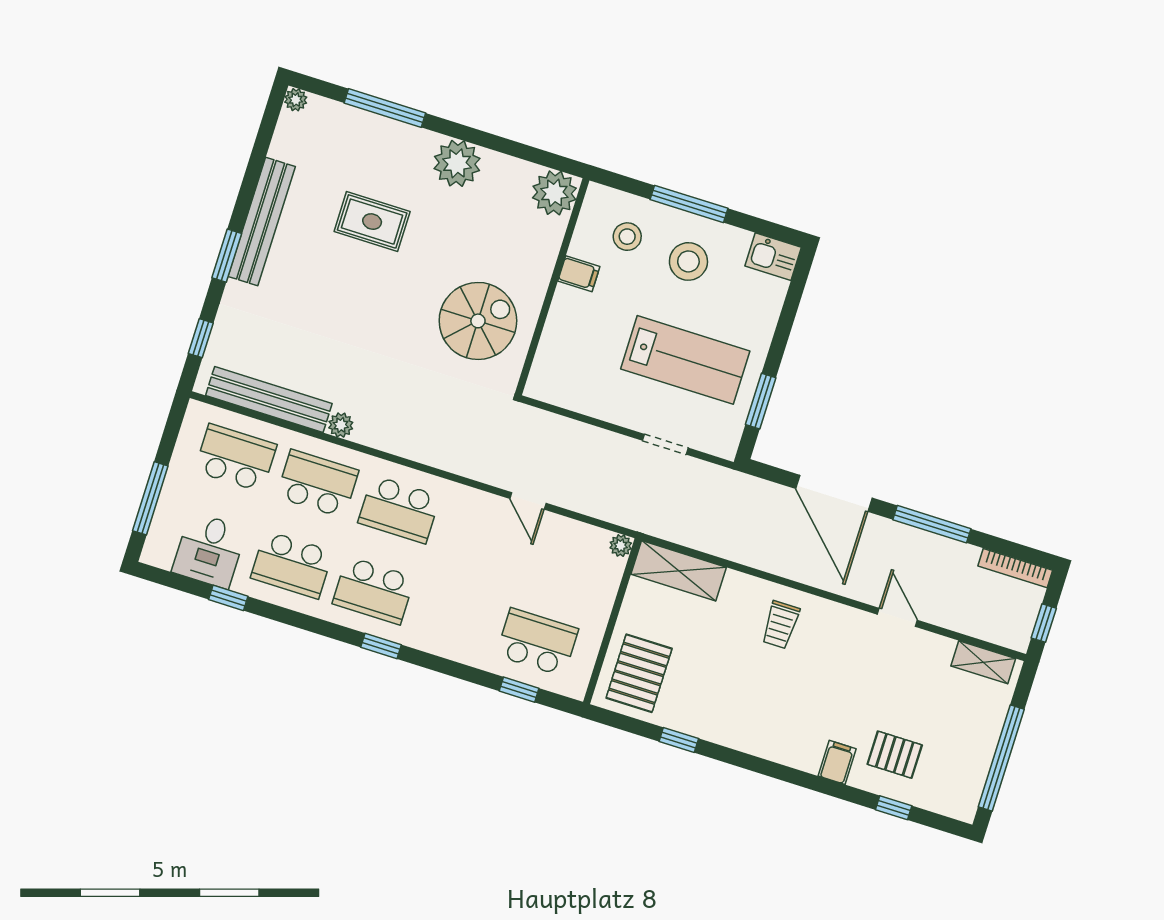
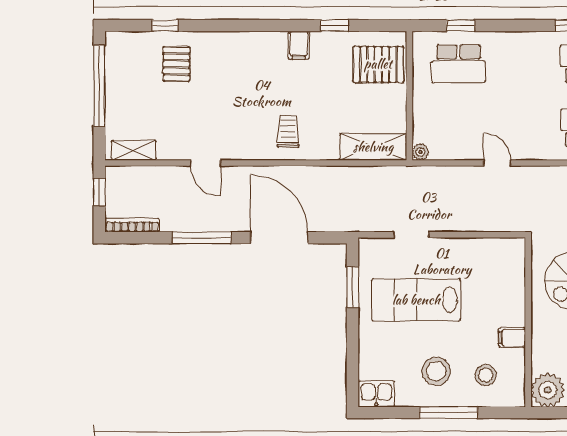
pallet: (639, 673) -> (378, 64), turned 90
pallet: (895, 755) -> (176, 64), turned 90
filing cabinet: (837, 762) -> (299, 45), moved

